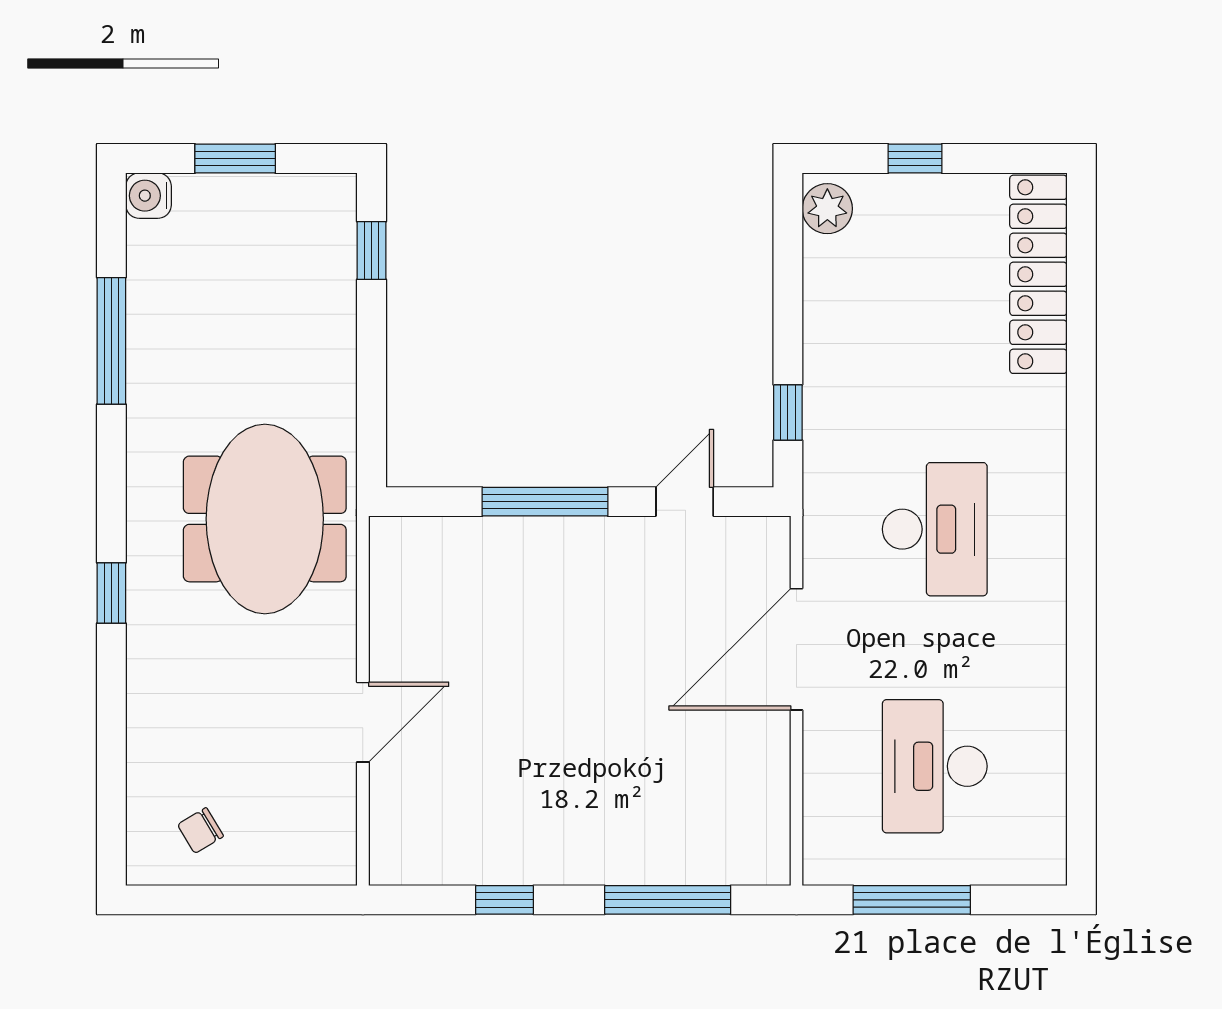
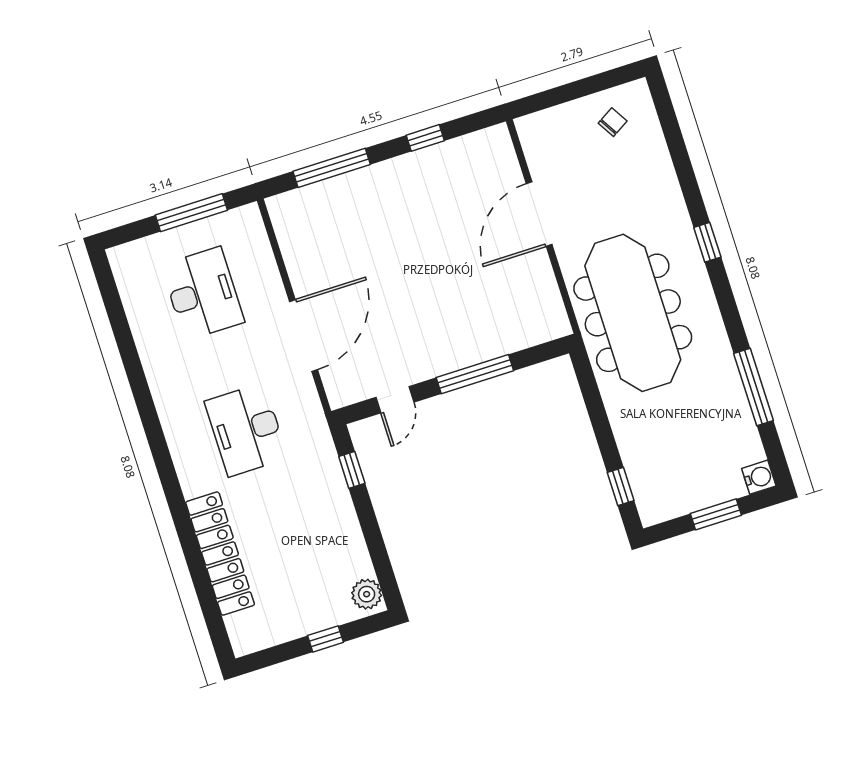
locker: (1038, 274) -> (220, 554), moved
meeting table: (265, 519) -> (633, 313), width x1.36
door: (363, 722) -> (539, 214), width x1.36

